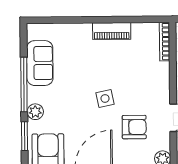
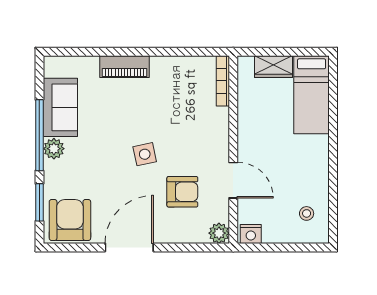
piano: (112, 31) -> (125, 67), moved
plant: (35, 112) -> (54, 149), moved

